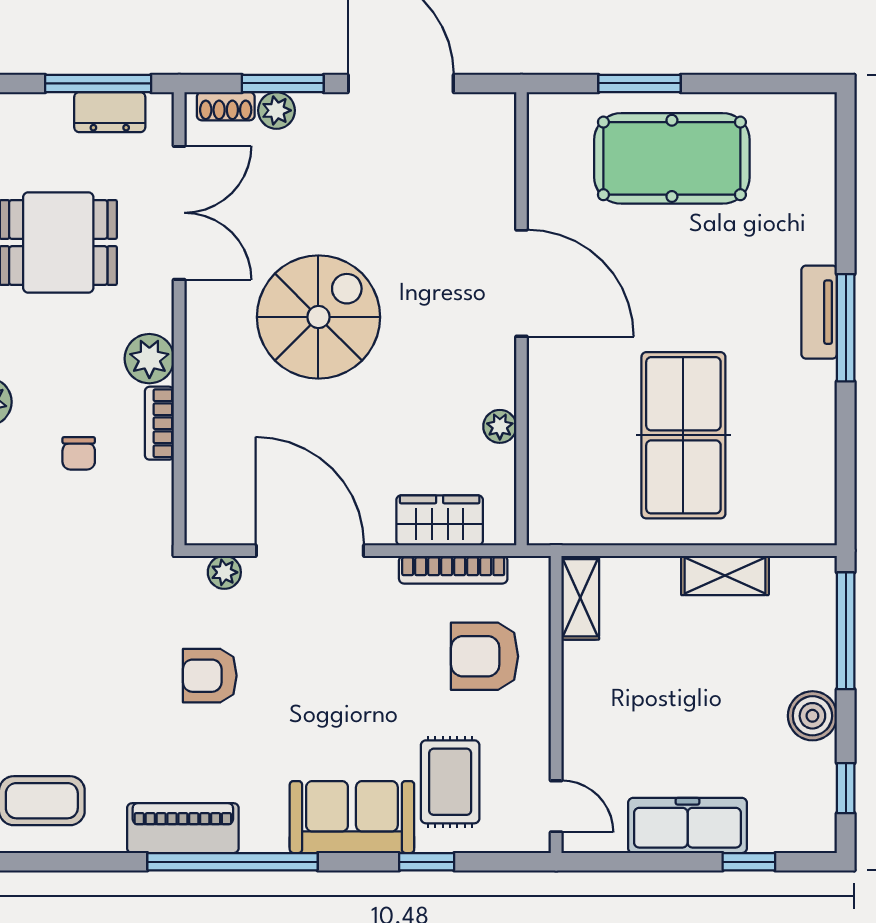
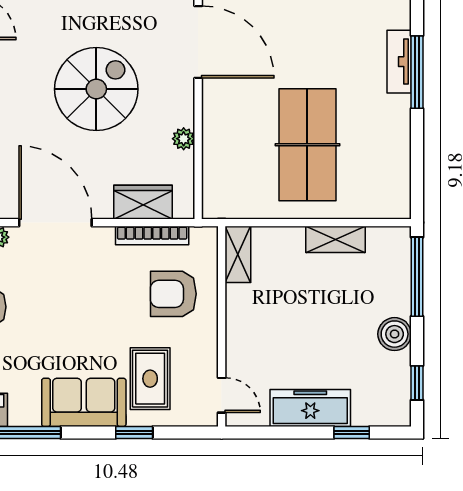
spiral stairs: (318, 317) -> (96, 89), moved

